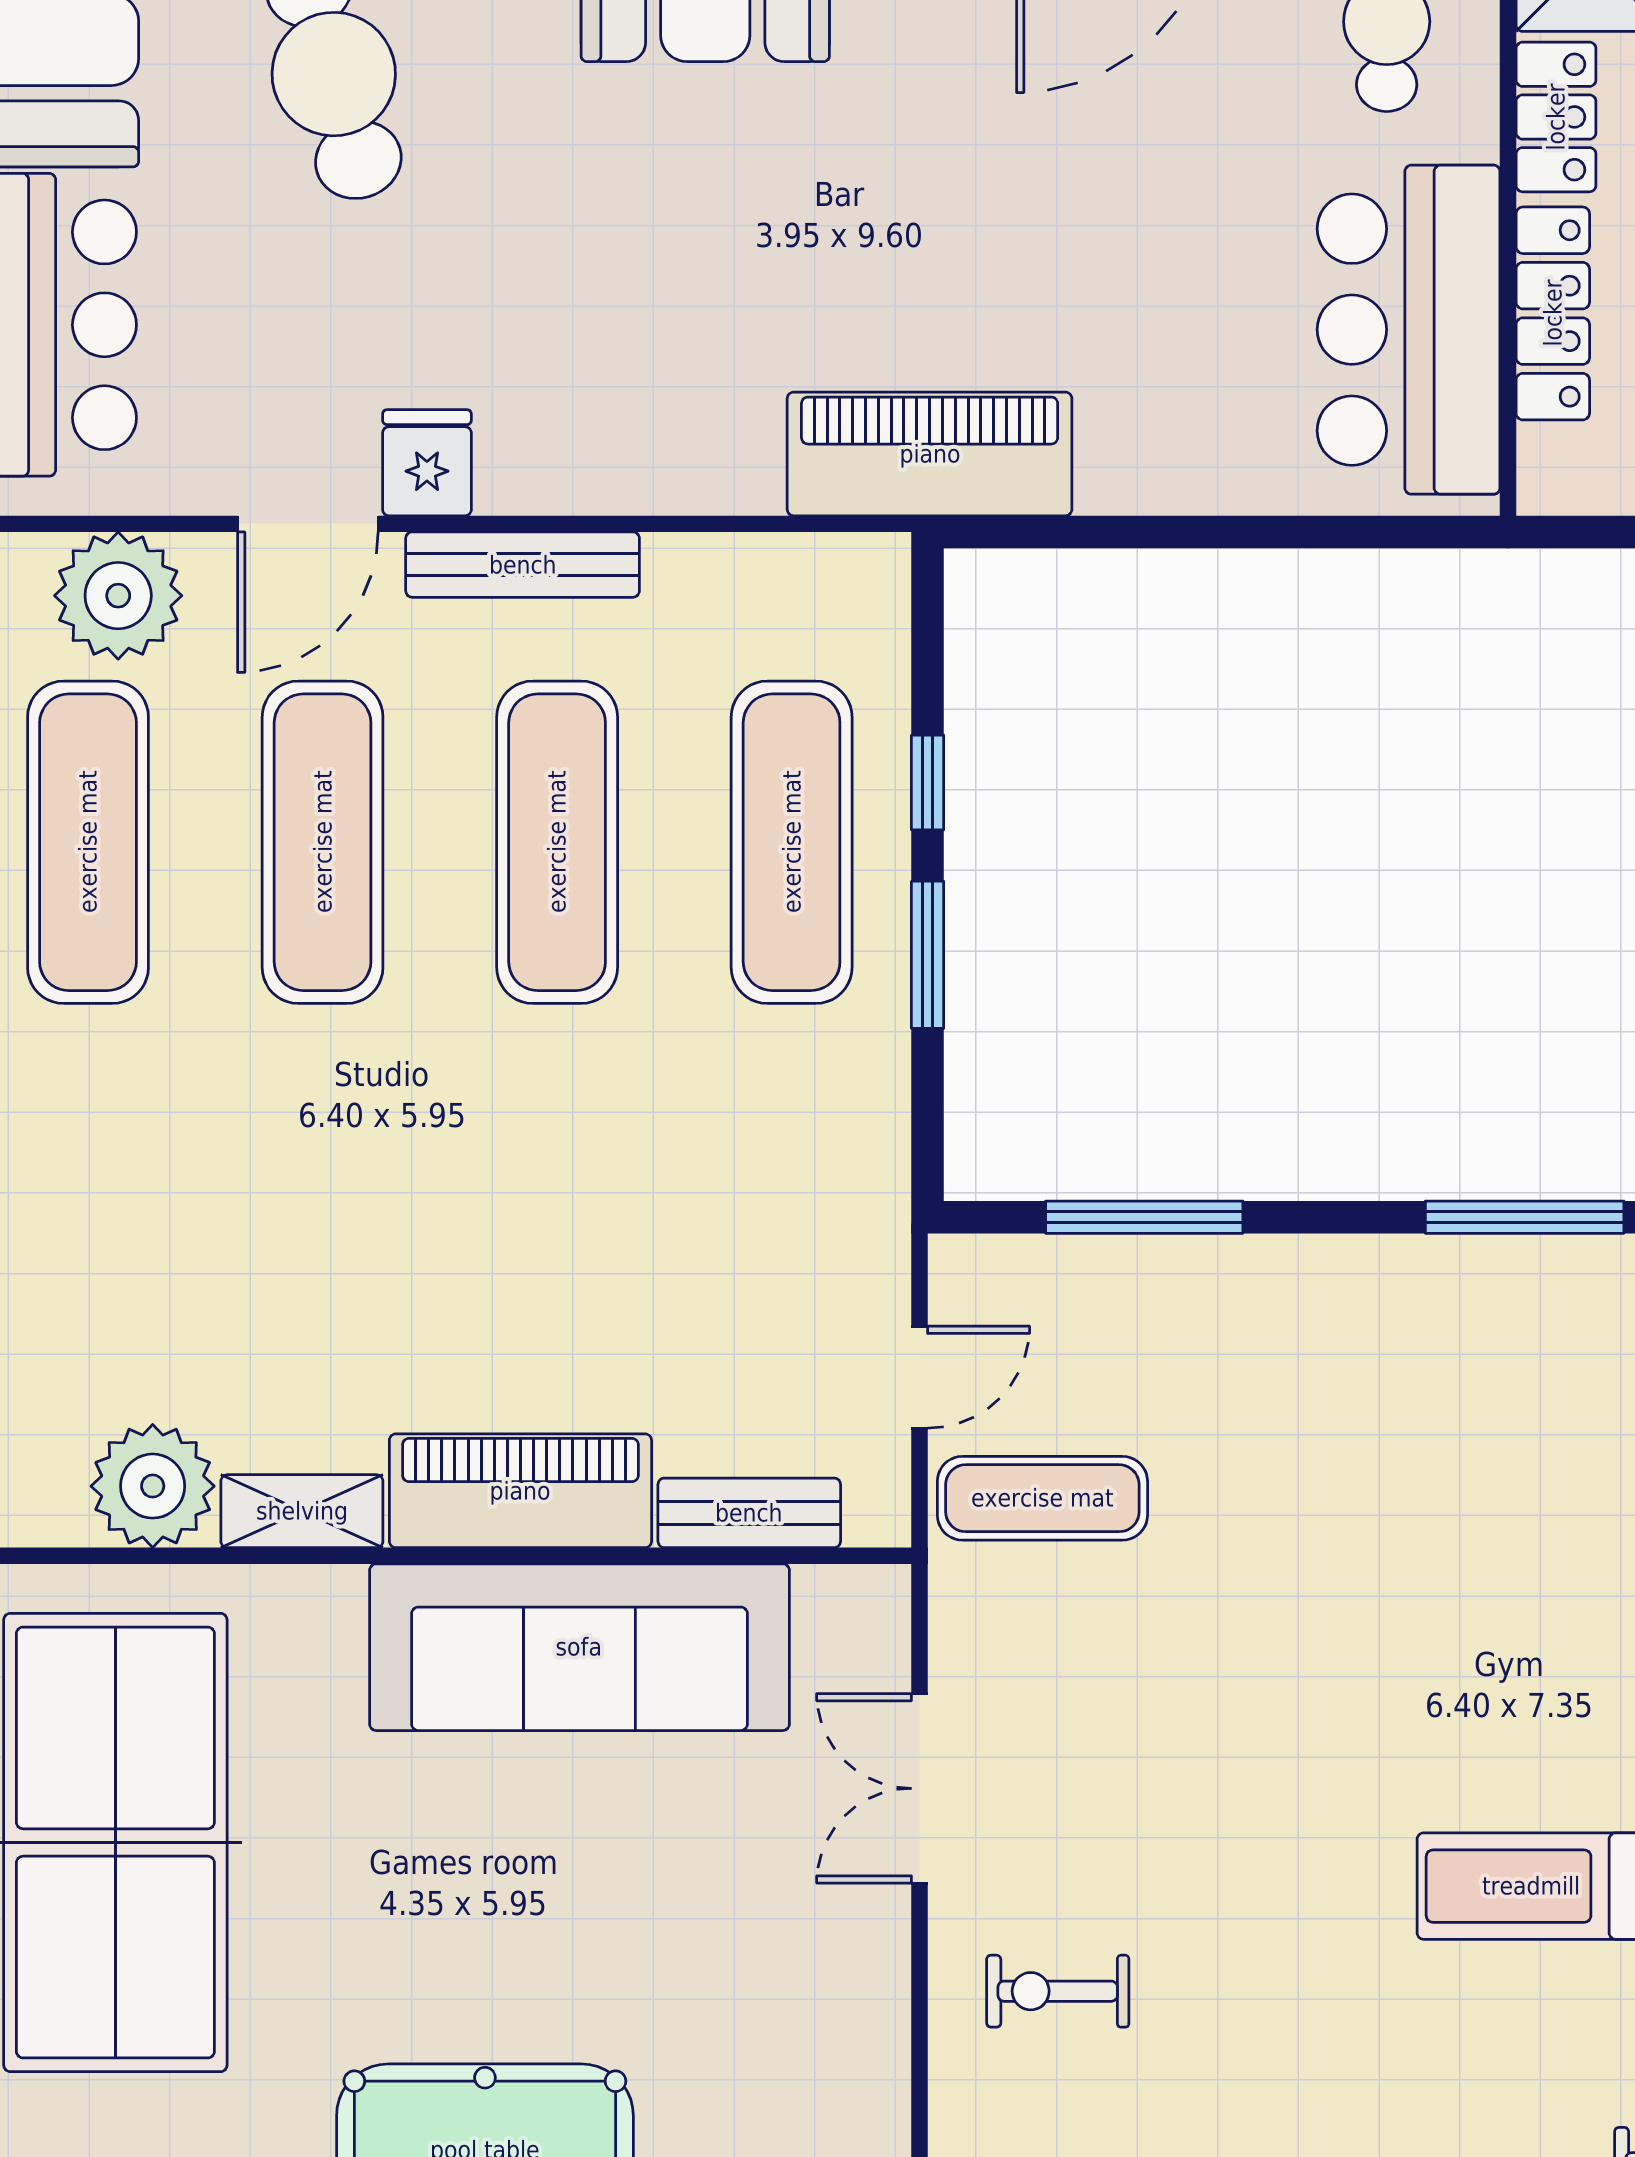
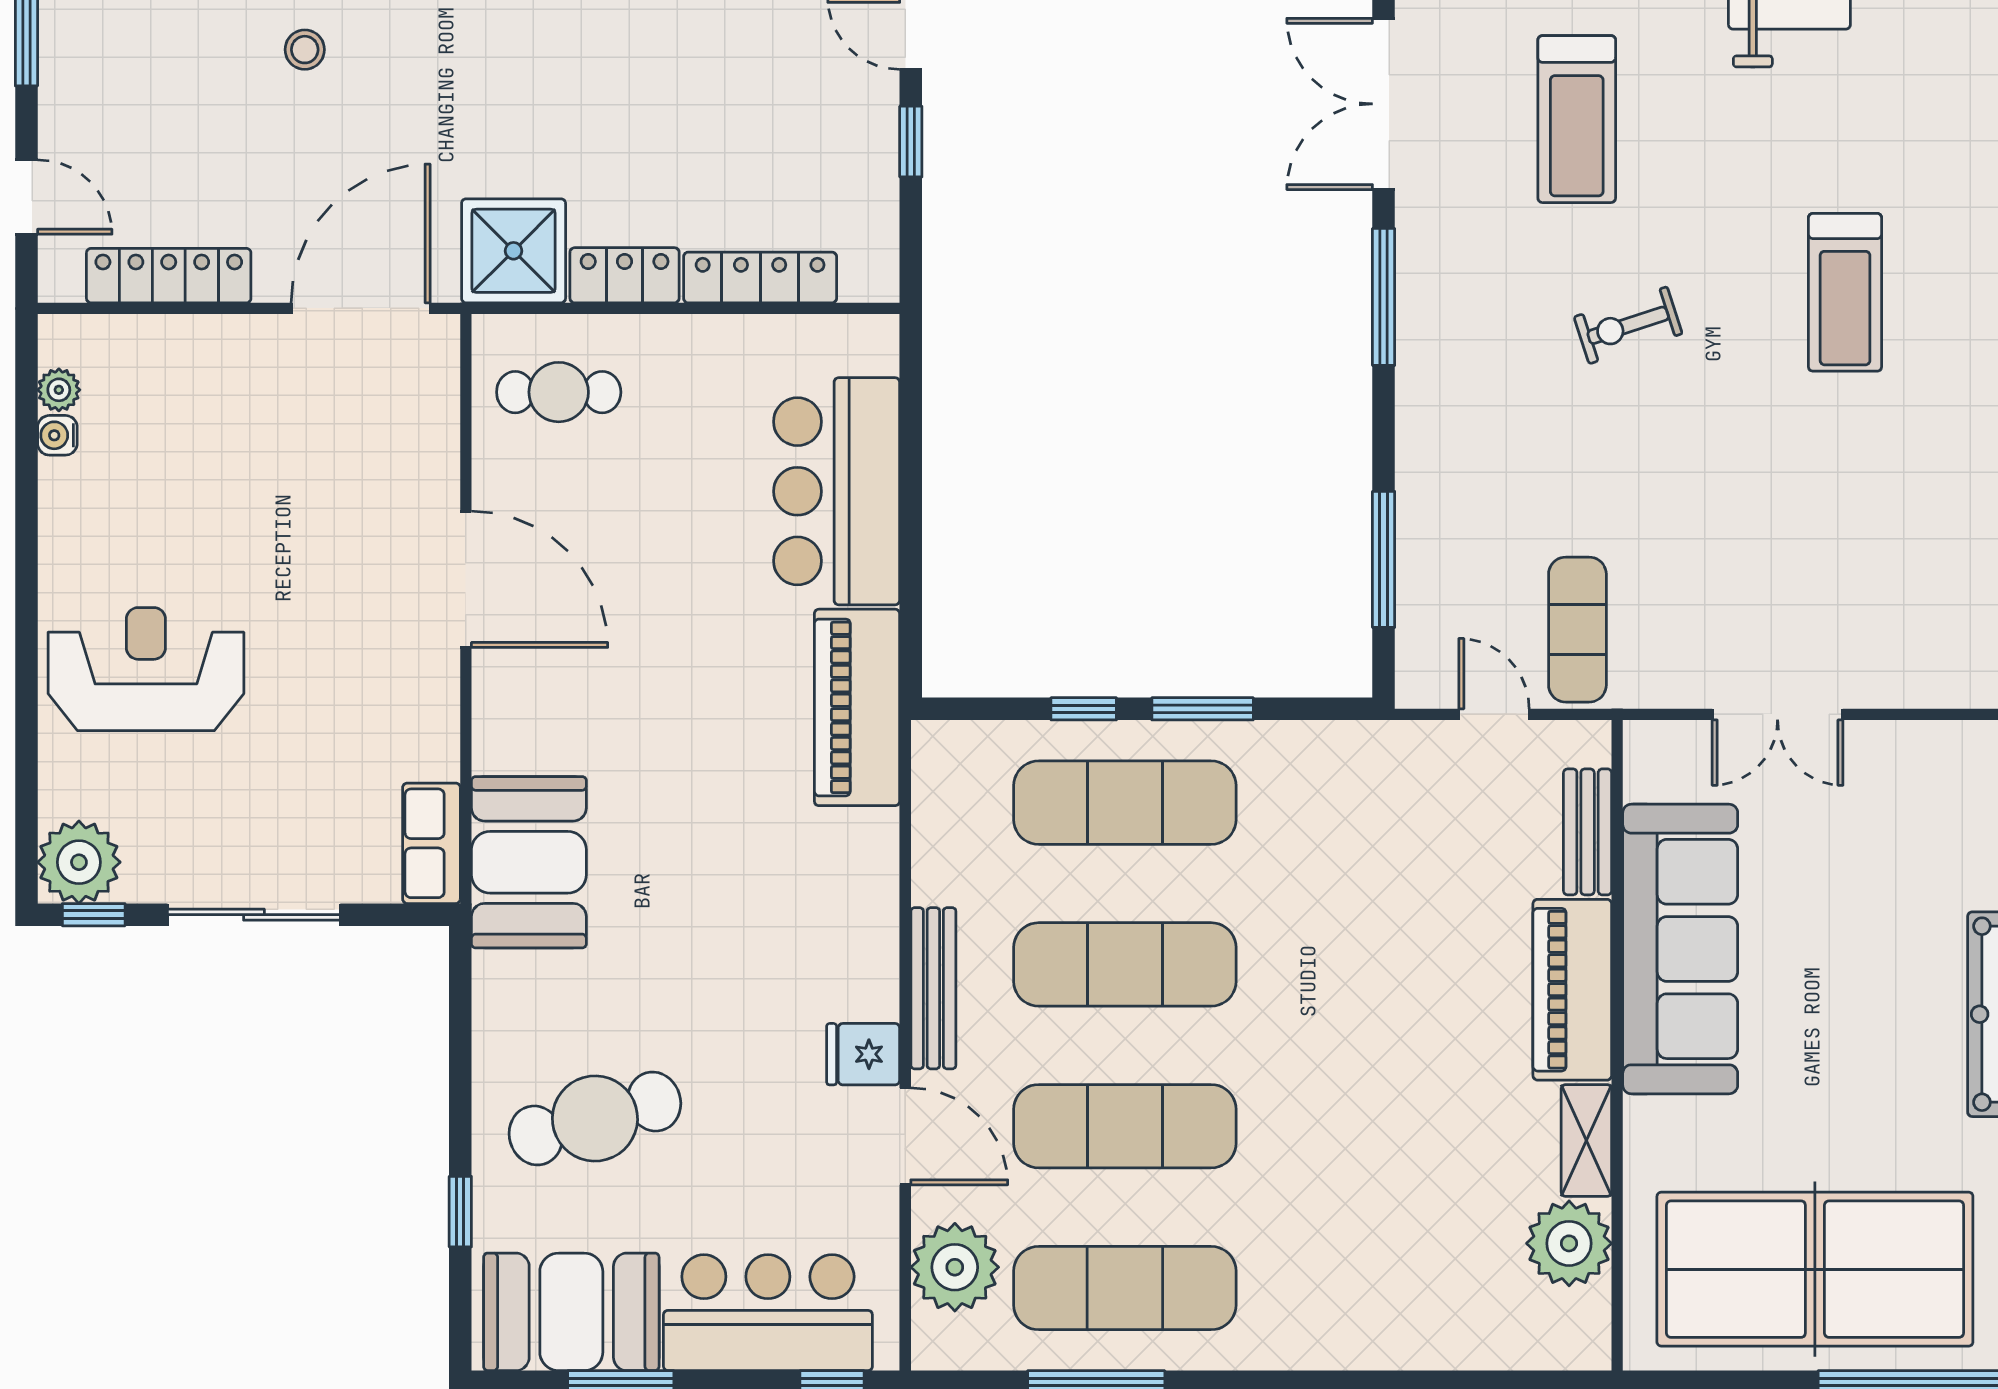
bar counter: (1409, 330) -> (837, 491), moved, turned 90
exercise bike: (1058, 1991) -> (1628, 325), moved, turned 72

